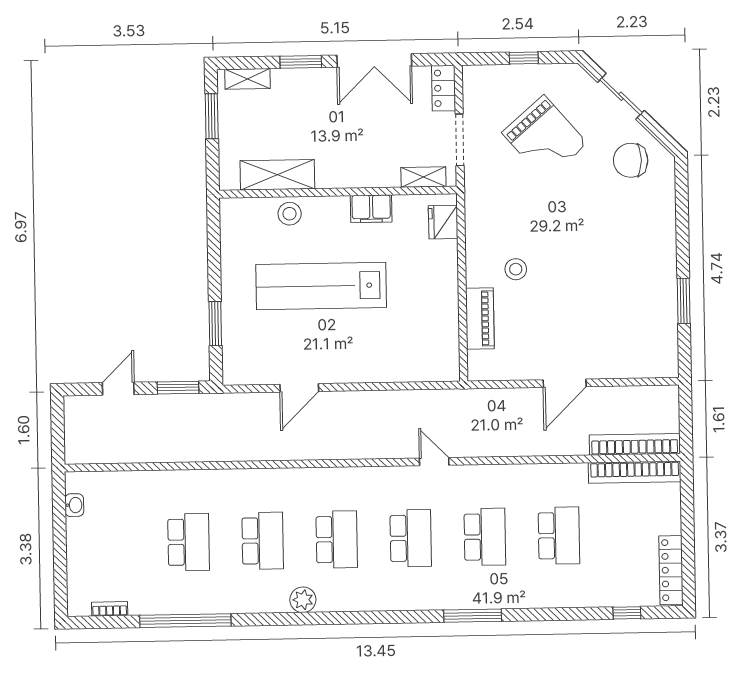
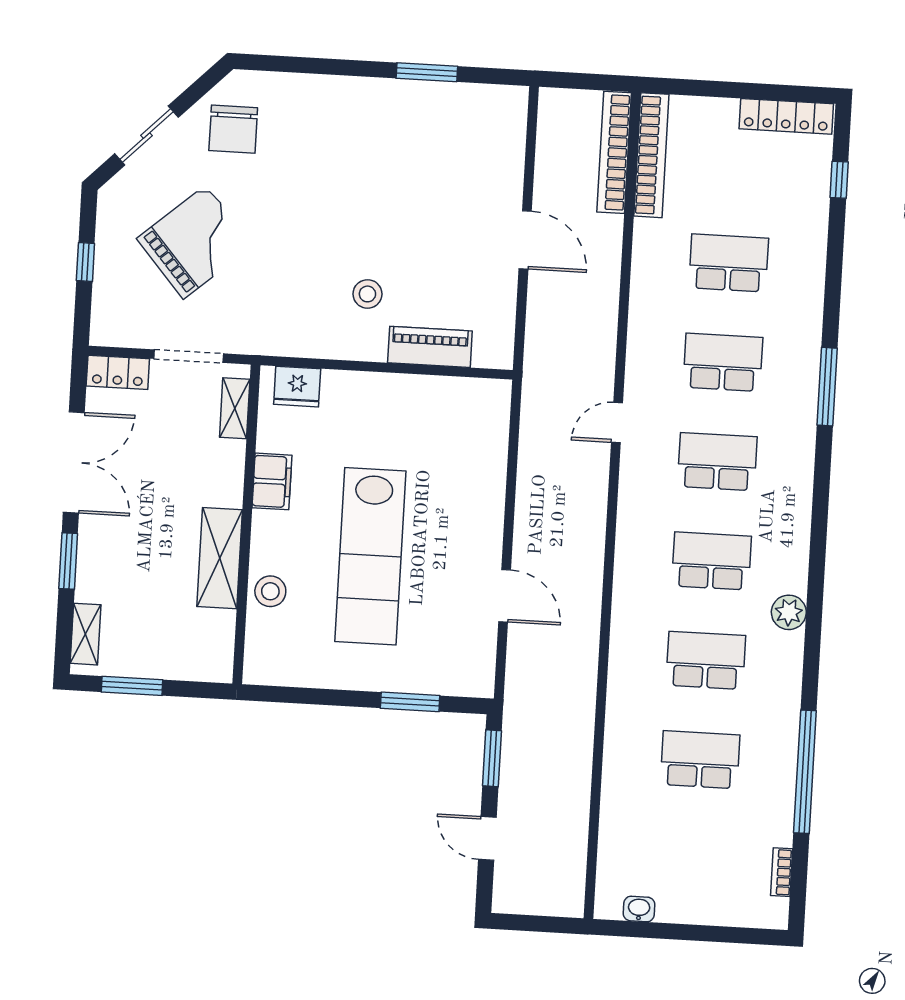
shelving: (277, 175) -> (220, 558), moved

